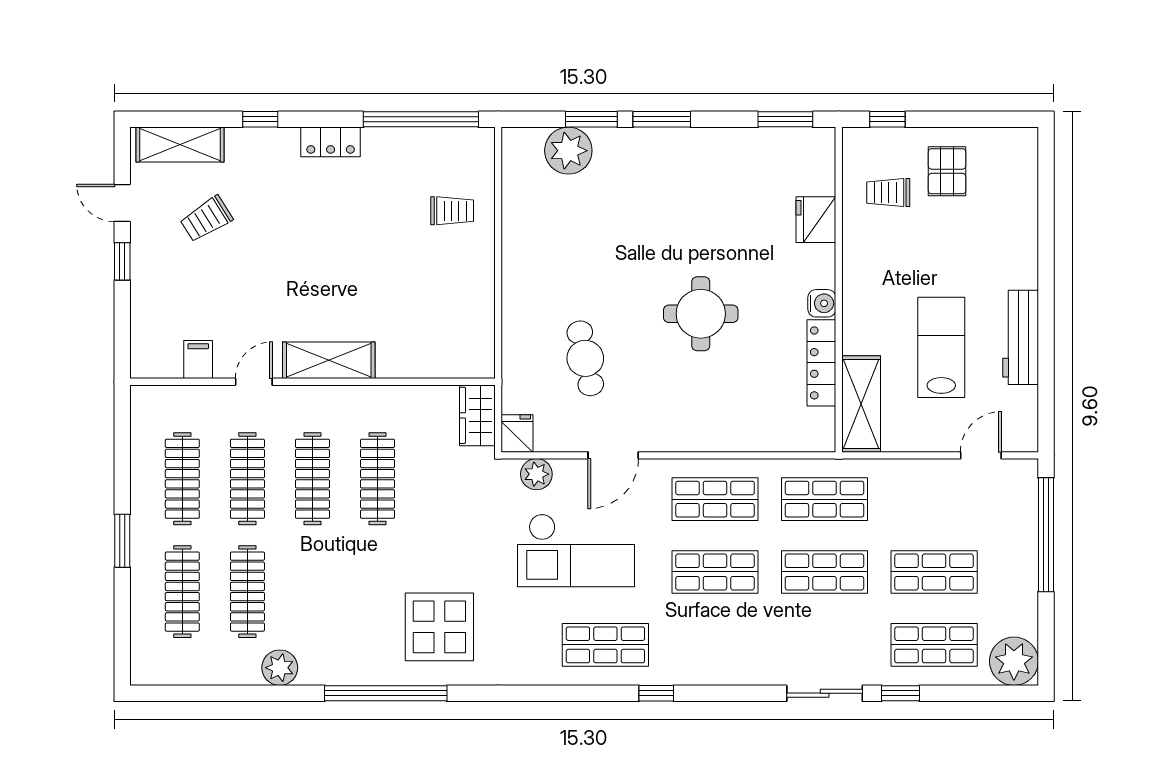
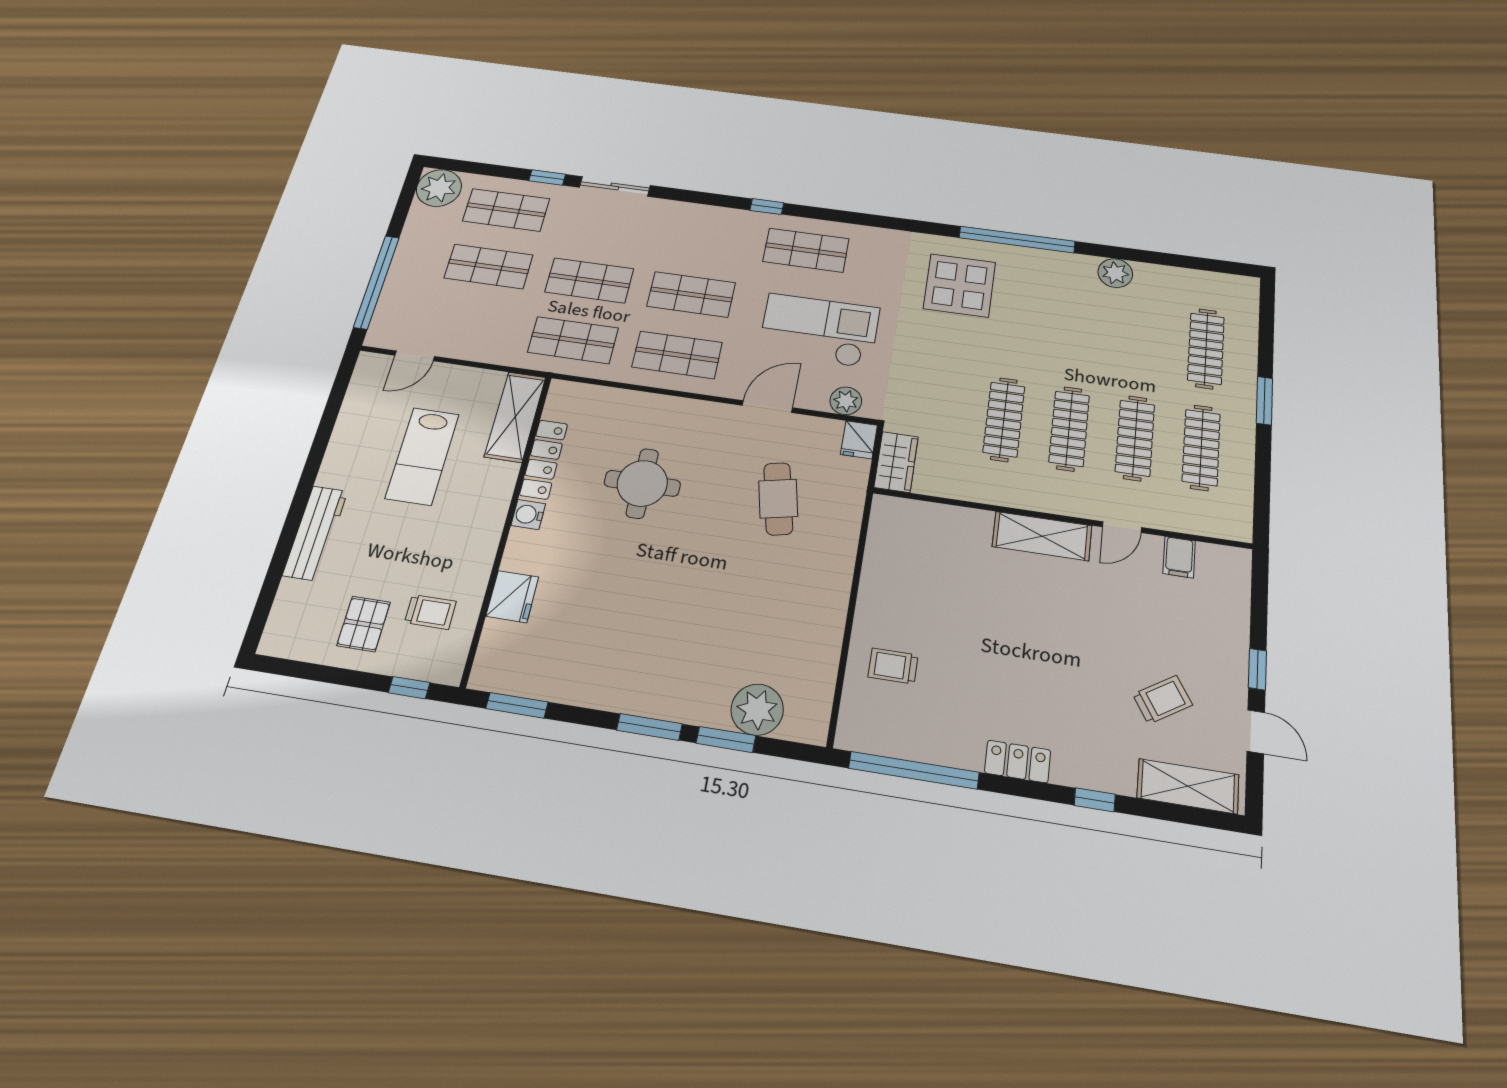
round table: (701, 314) -> (642, 483), moved
workbench: (1021, 337) -> (315, 533), moved
clothes rail: (247, 592) -> (1142, 340), removed

